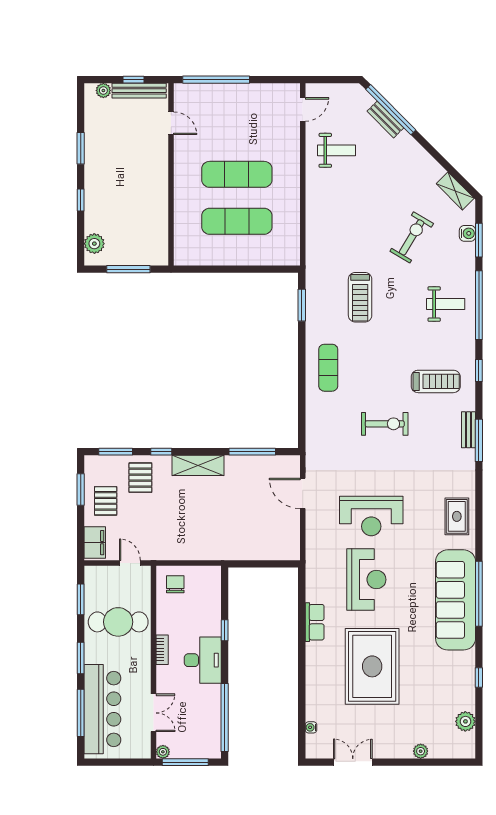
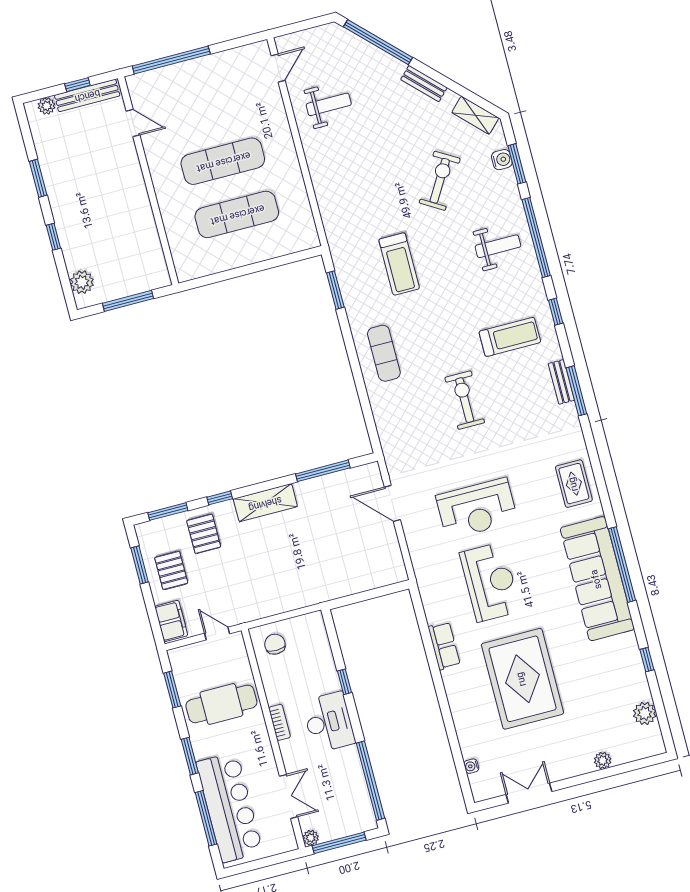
bench: (385, 120) -> (424, 84), moved
exercise bike: (385, 424) -> (465, 400), turned -90

